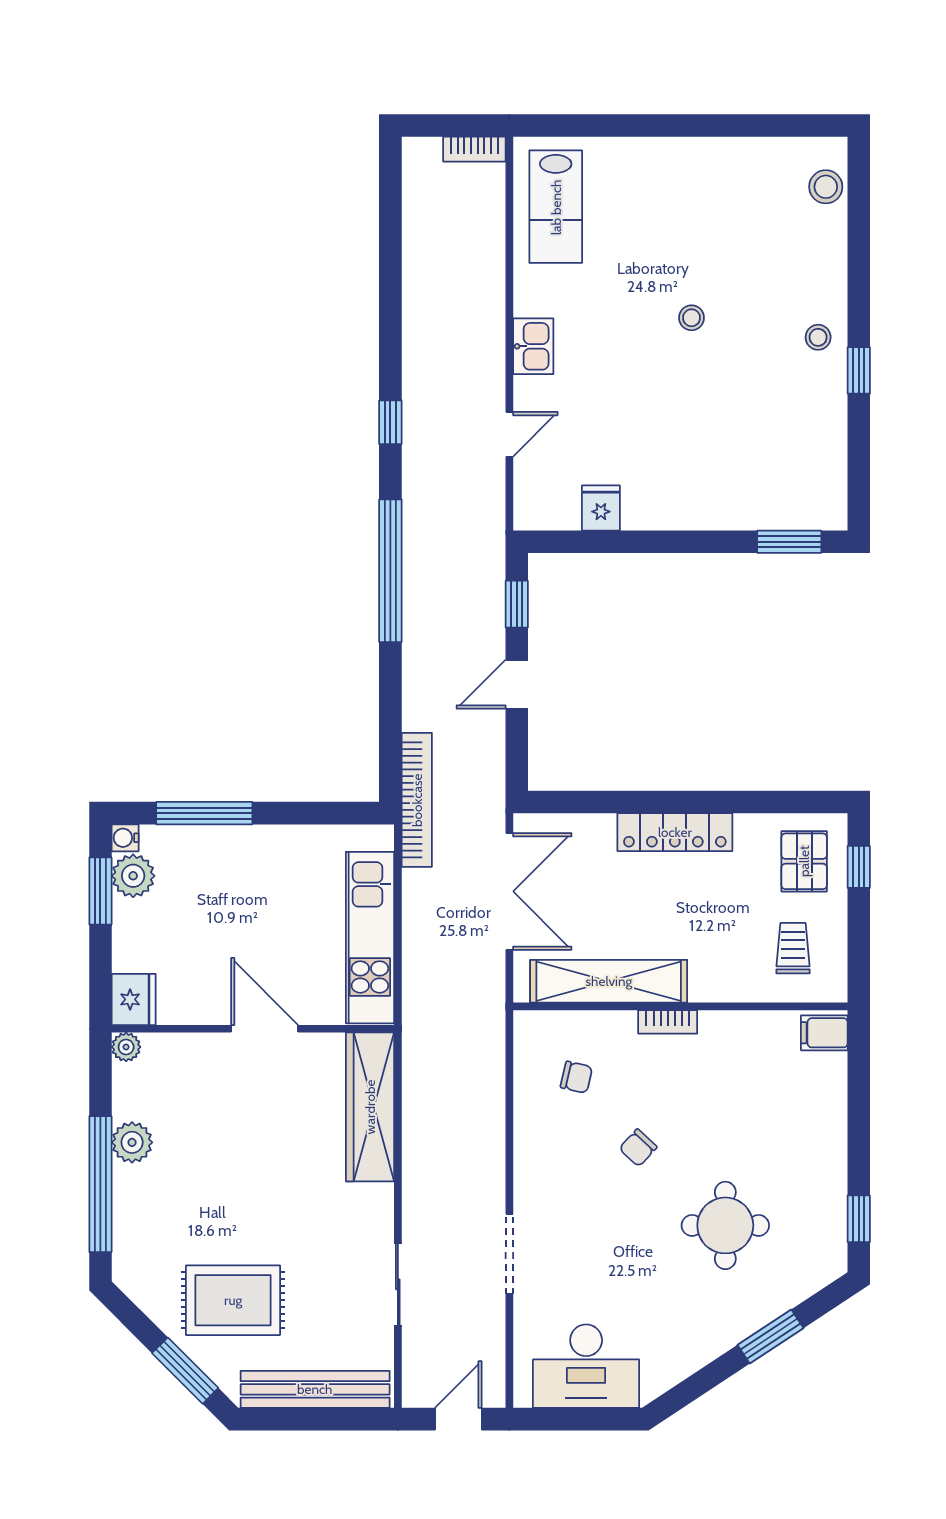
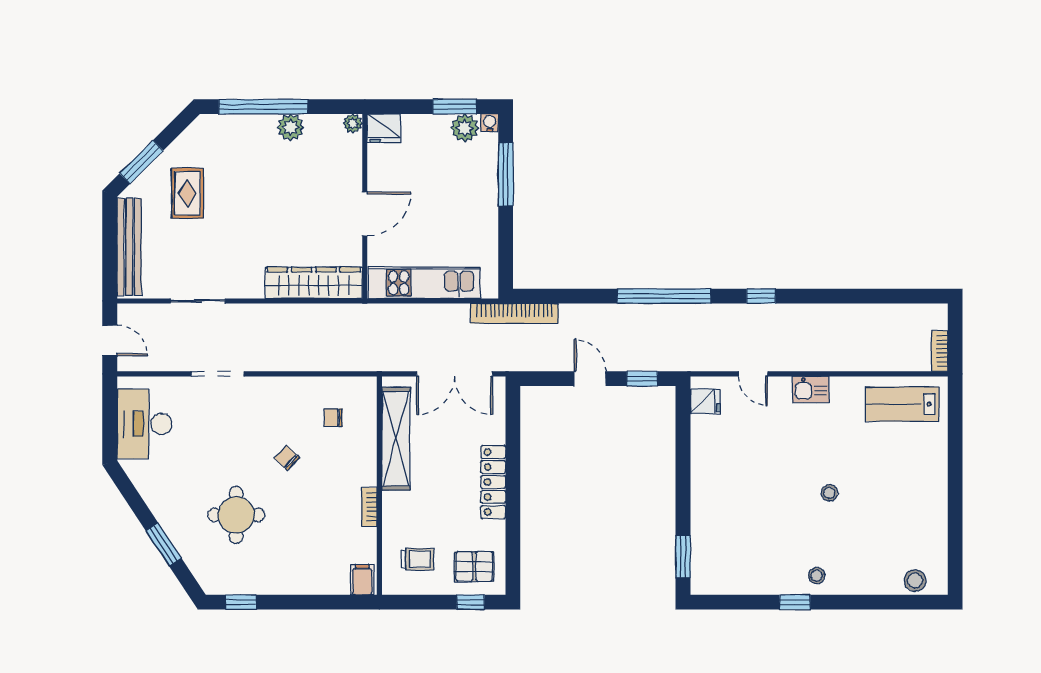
fridge: (601, 508) -> (705, 401), moved
bookcase: (668, 1022) -> (369, 507), moved
chair: (576, 1077) -> (333, 418), turned 77
rug: (233, 1300) -> (187, 193), width x0.73, depth x0.70

